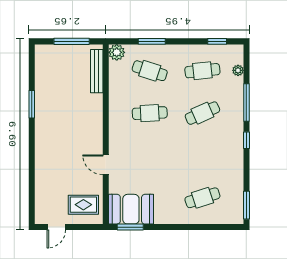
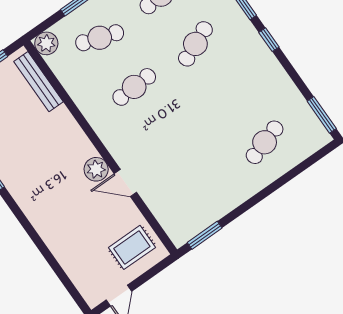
plant: (94, 145) -> (96, 169), added
booth: (131, 209) -> (191, 214), removed

